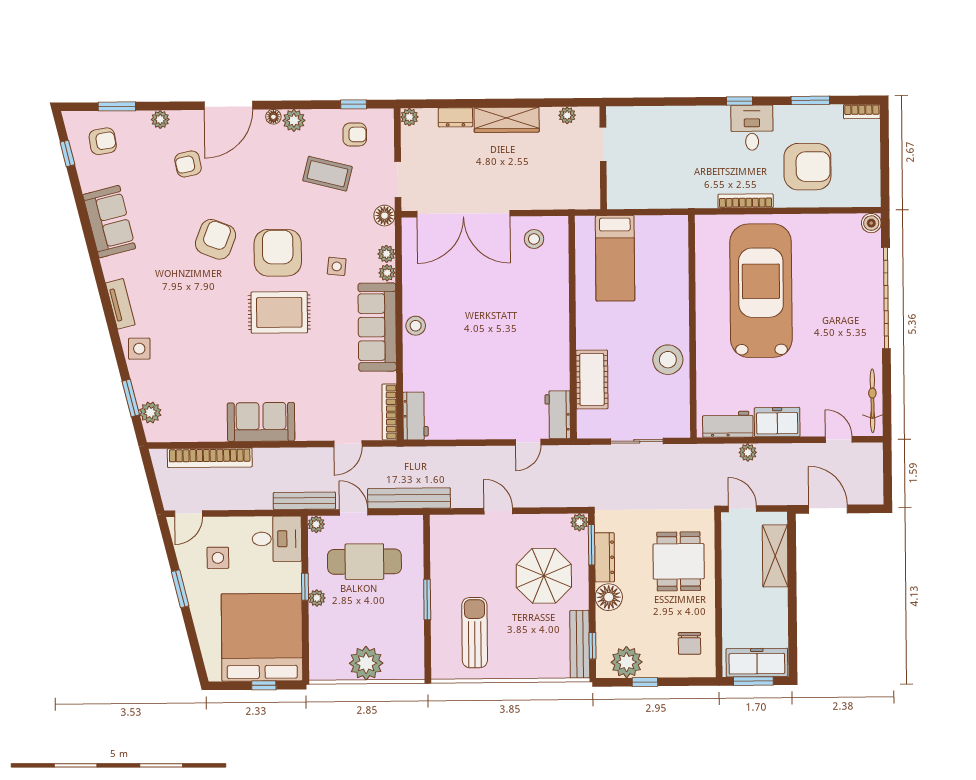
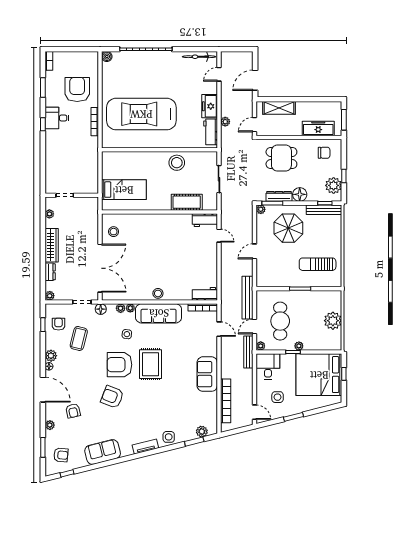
armchair: (103, 141) -> (61, 455), turned 104
freezer: (757, 663) -> (318, 128), moved, turned 90

